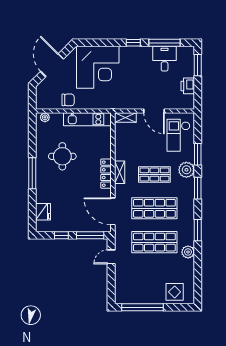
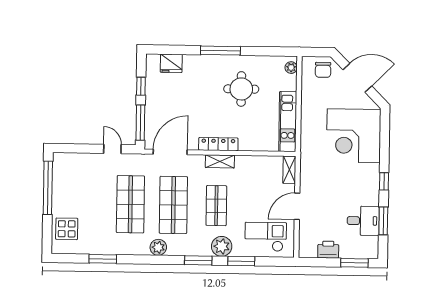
window: (164, 43) -> (383, 221), width x0.69
chair: (68, 100) -> (323, 70), moved
window: (198, 230) -> (103, 259), moved
plant: (188, 252) -> (158, 247), moved

